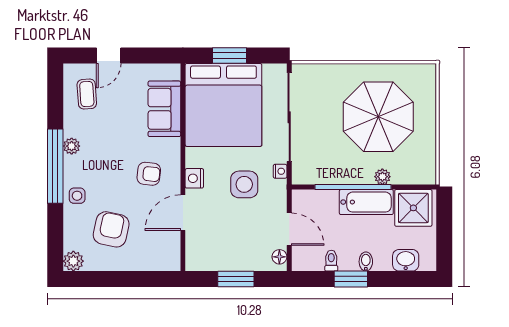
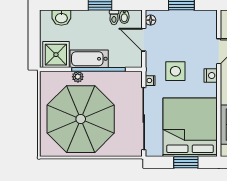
parasol: (378, 117) -> (81, 119), width x1.36, depth x1.36
bidet: (366, 262) -> (124, 17), moved

